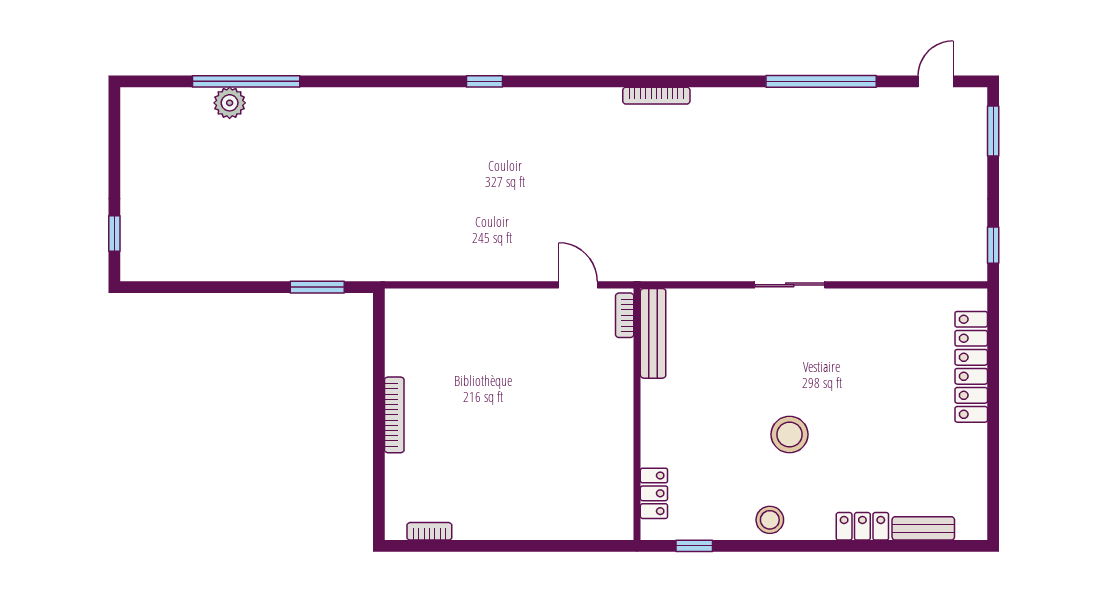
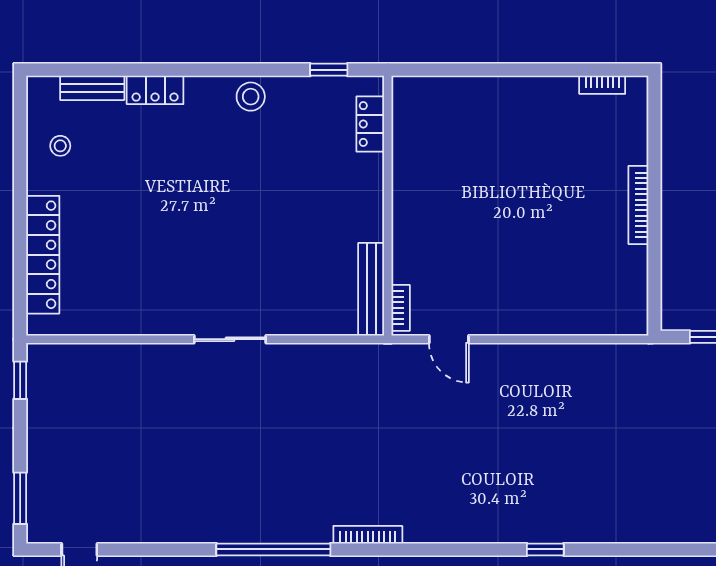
window: (821, 81) -> (273, 549), moved
stool: (790, 434) -> (60, 146), moved, width x0.53, depth x0.53

